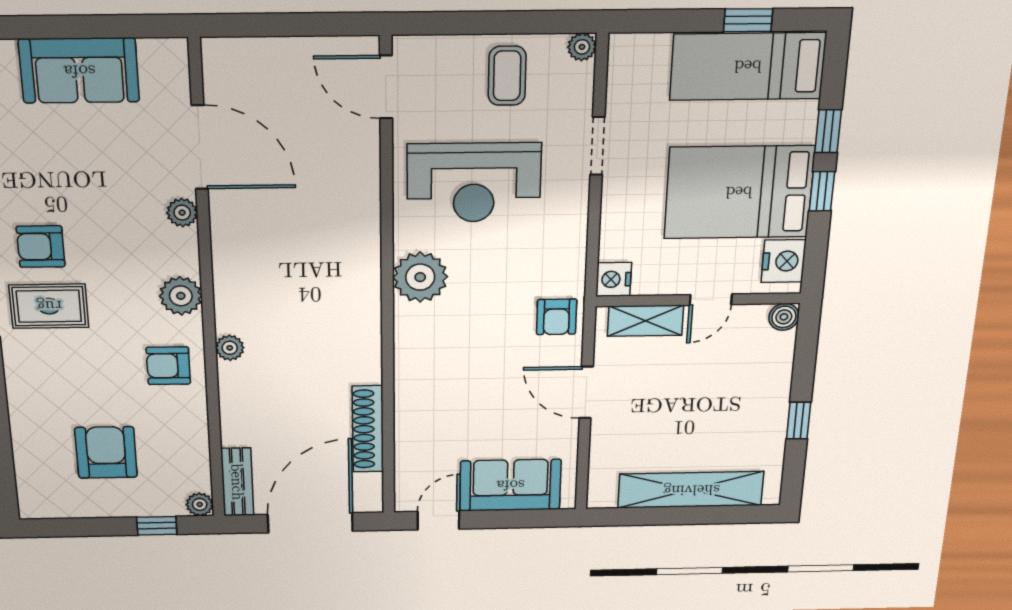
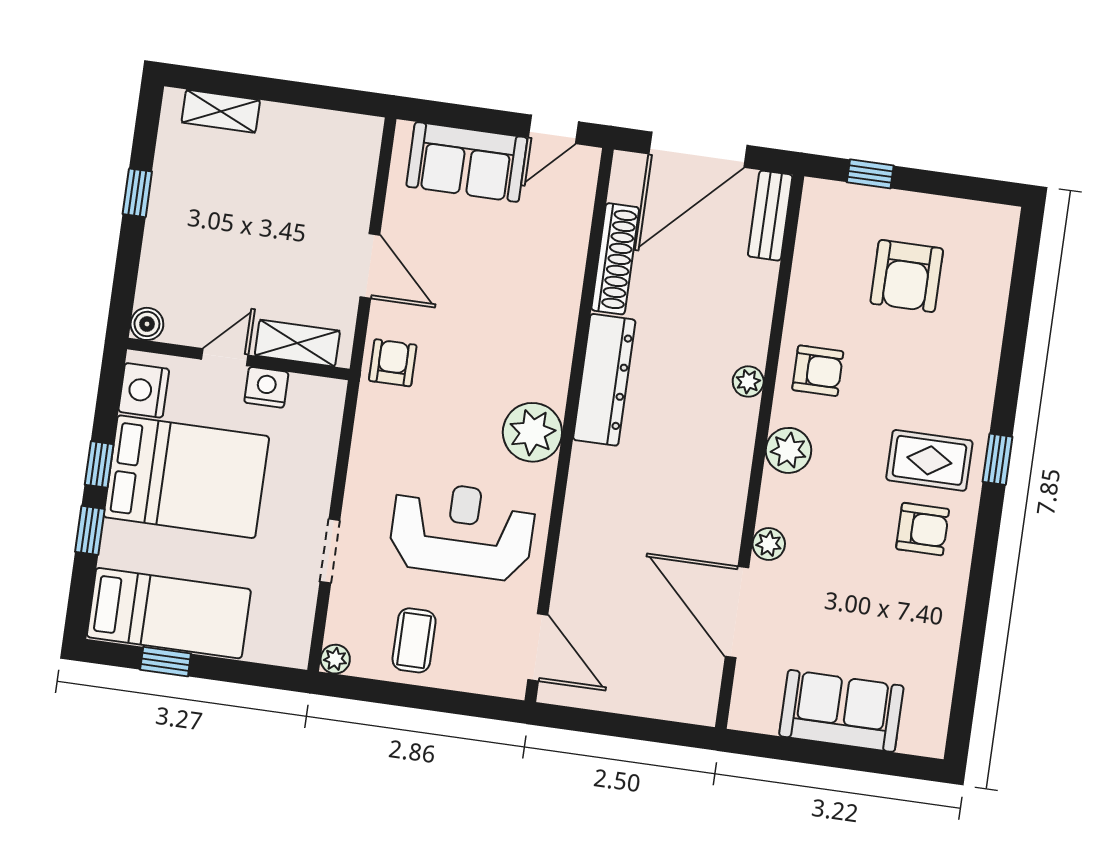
nightstand: (614, 279) -> (266, 387), moved, turned -90
dresser: (361, 330) -> (604, 380), added
shelving: (691, 490) -> (221, 111), width x0.45, depth x0.75
plant: (200, 504) -> (817, 194), removed

